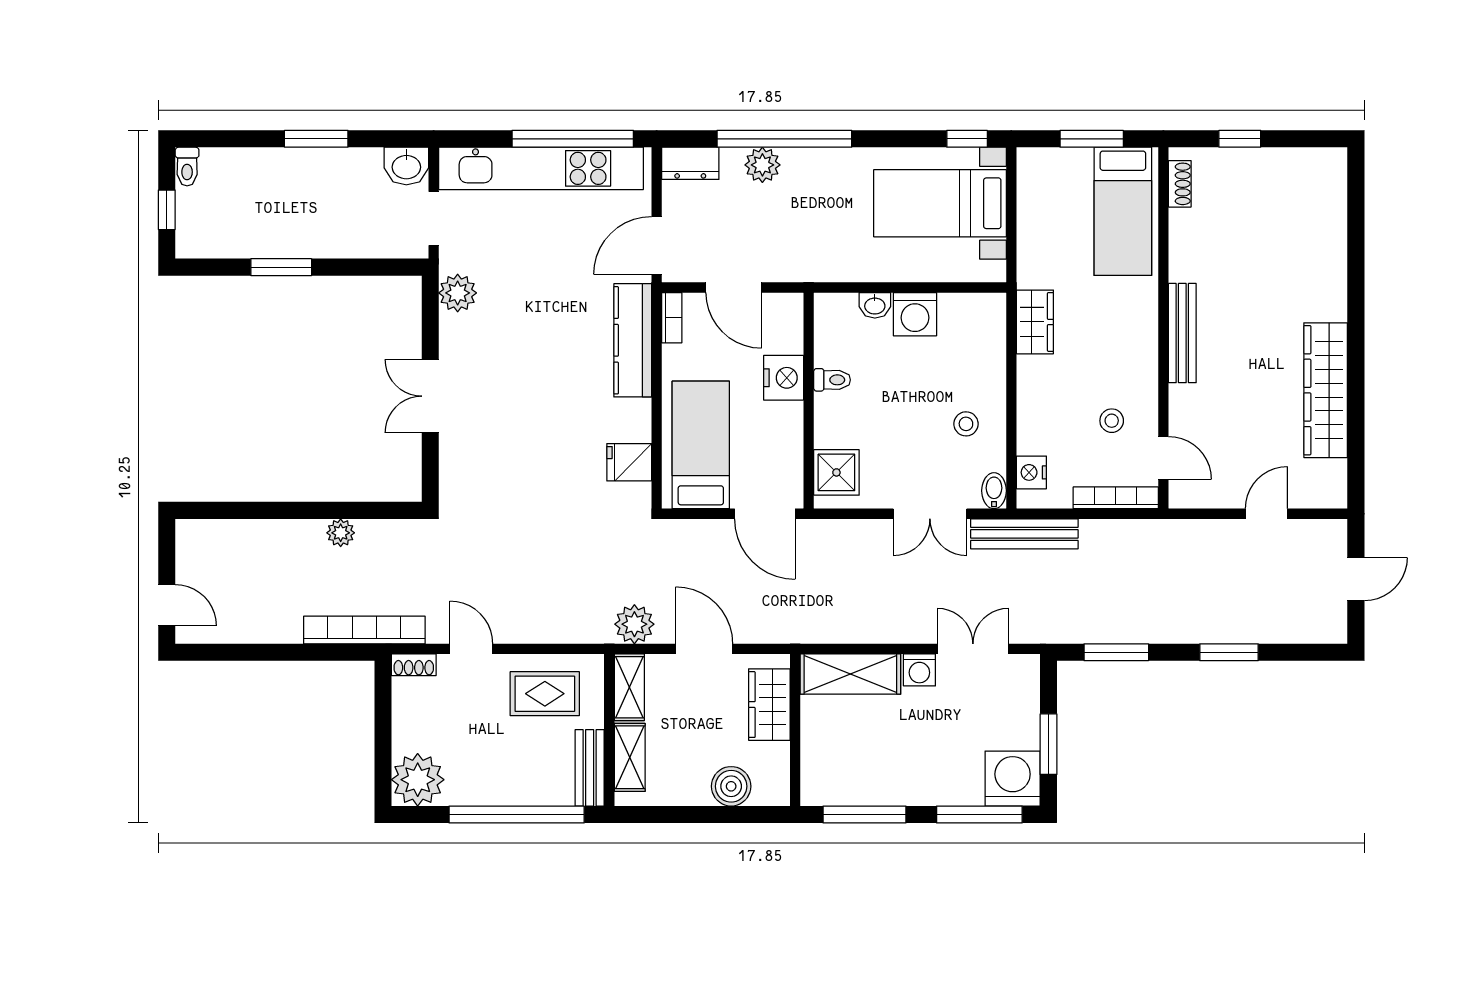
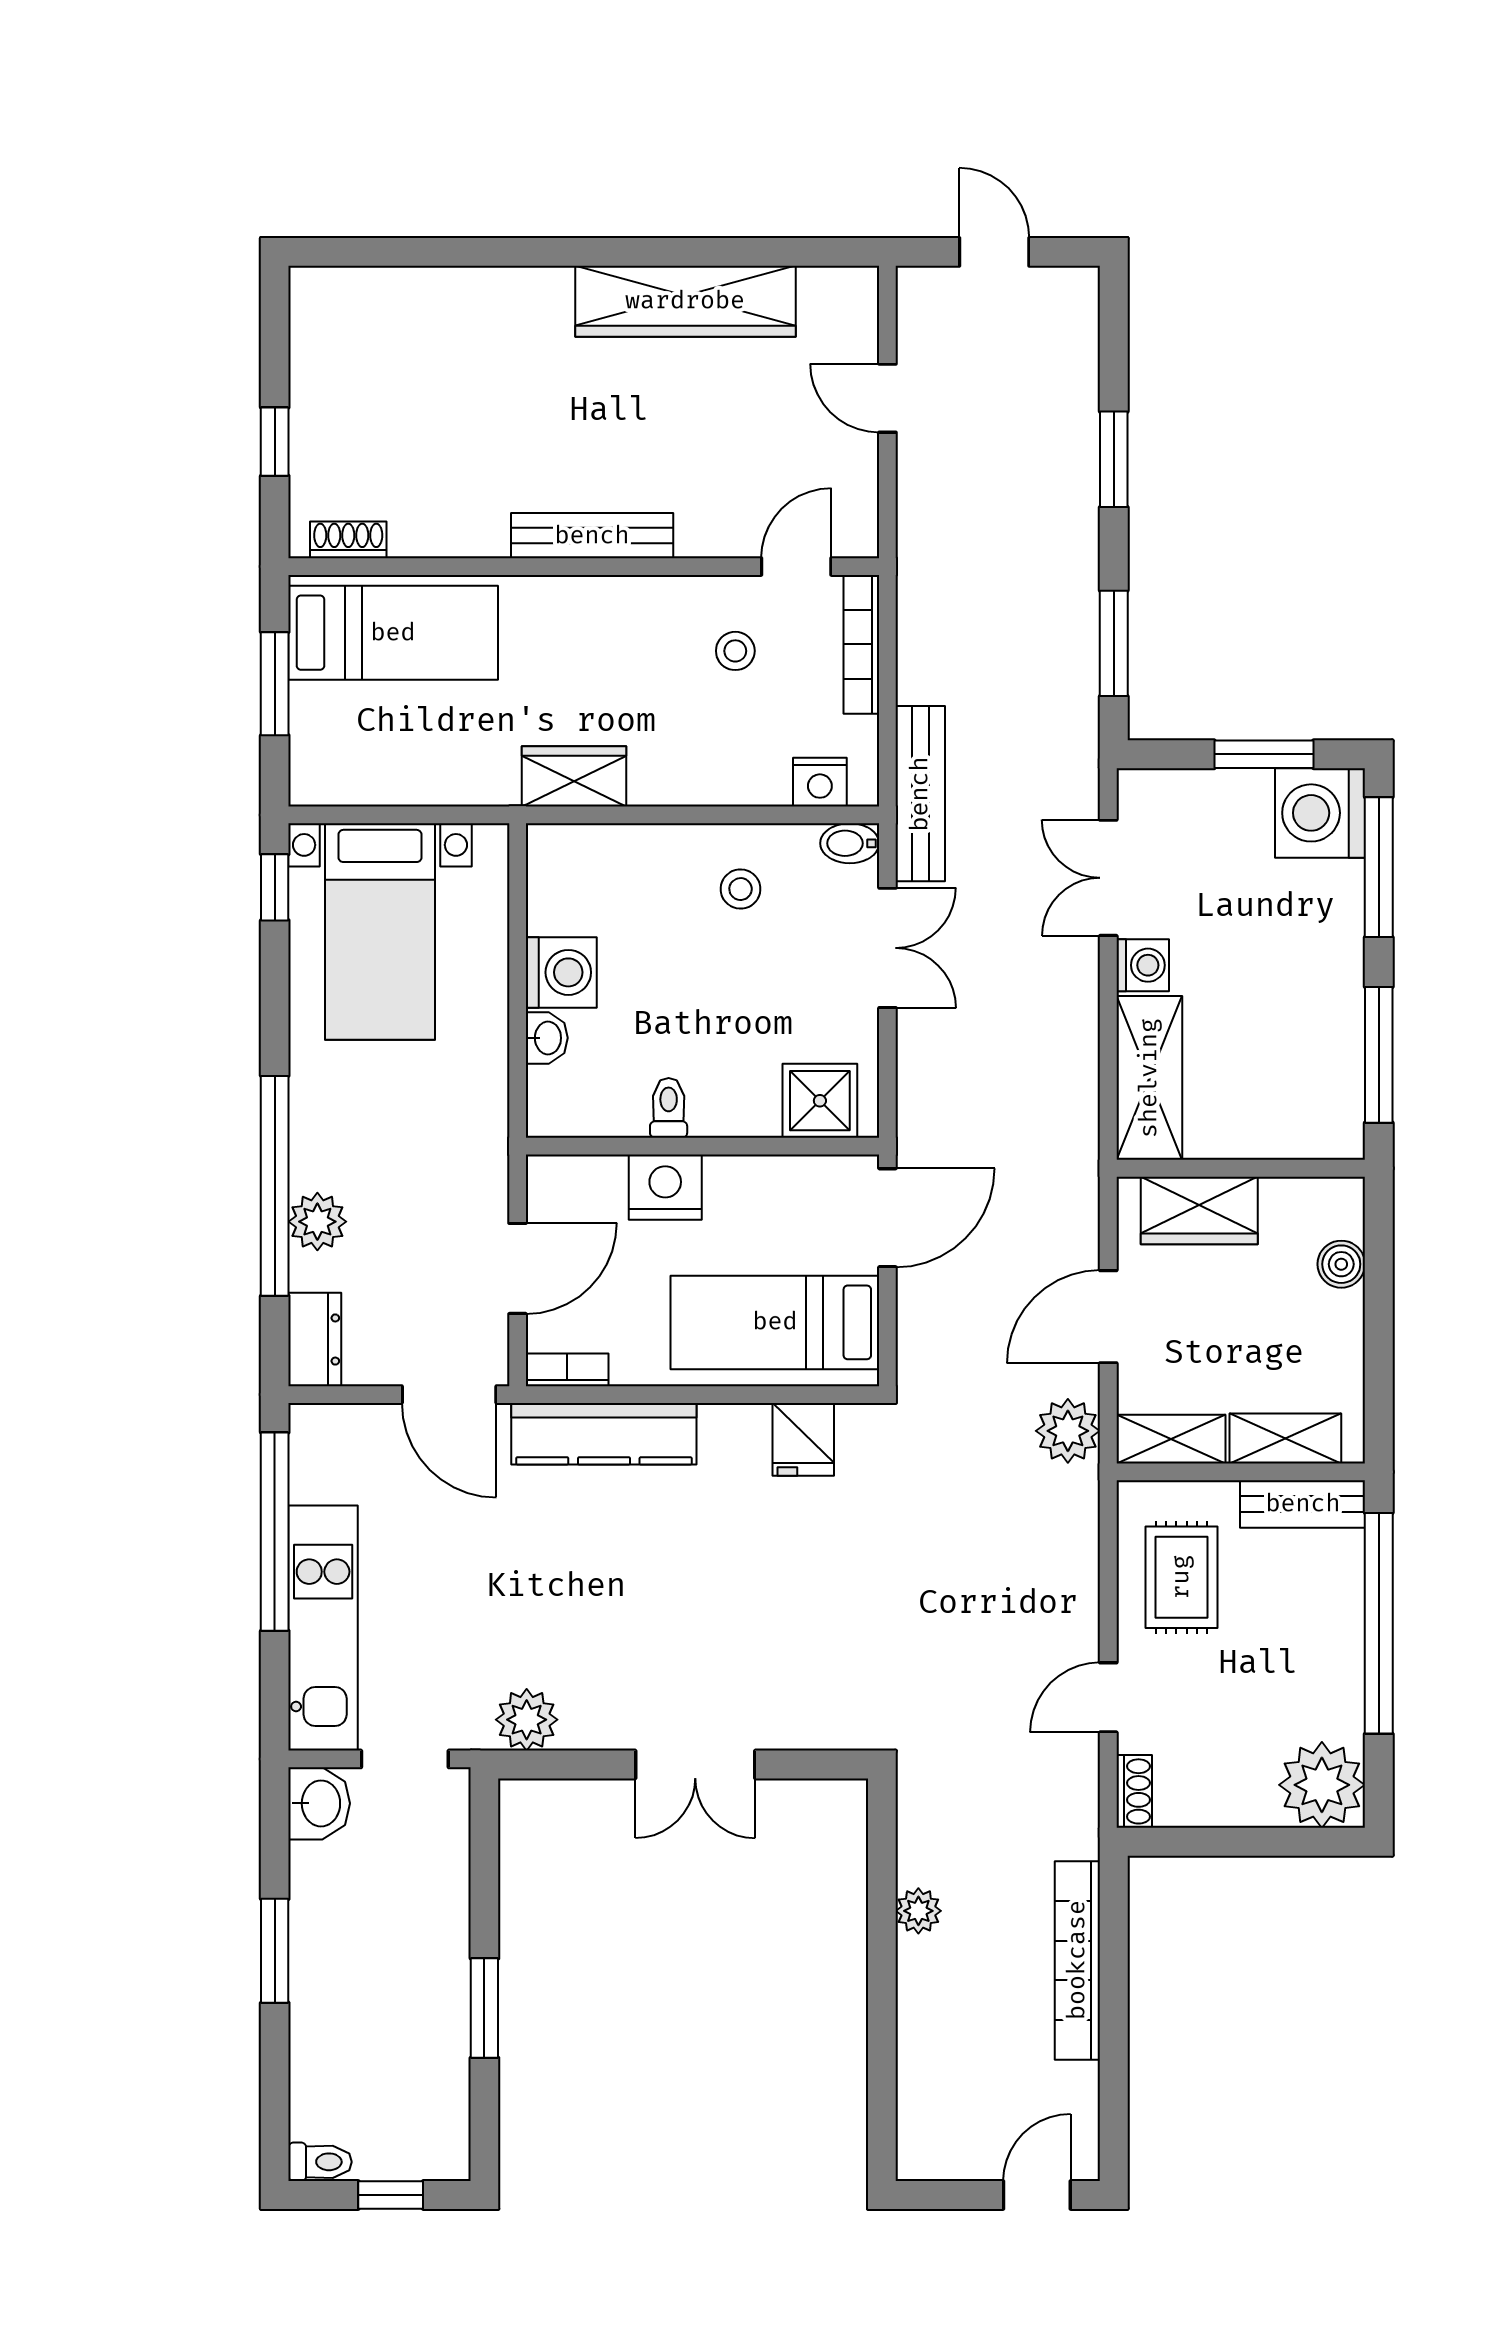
kitchen unit: (541, 168) -> (323, 1628), width x0.73
bookcase: (364, 630) -> (1077, 1960), moved
boiler: (731, 786) -> (1341, 1264), width x0.73, depth x0.73

